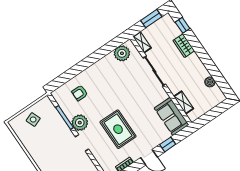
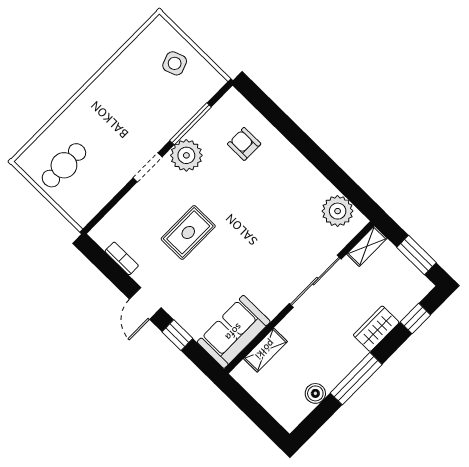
window: (207, 60) -> (356, 379), added
rug: (118, 129) -> (188, 232), width x0.73, depth x0.70

